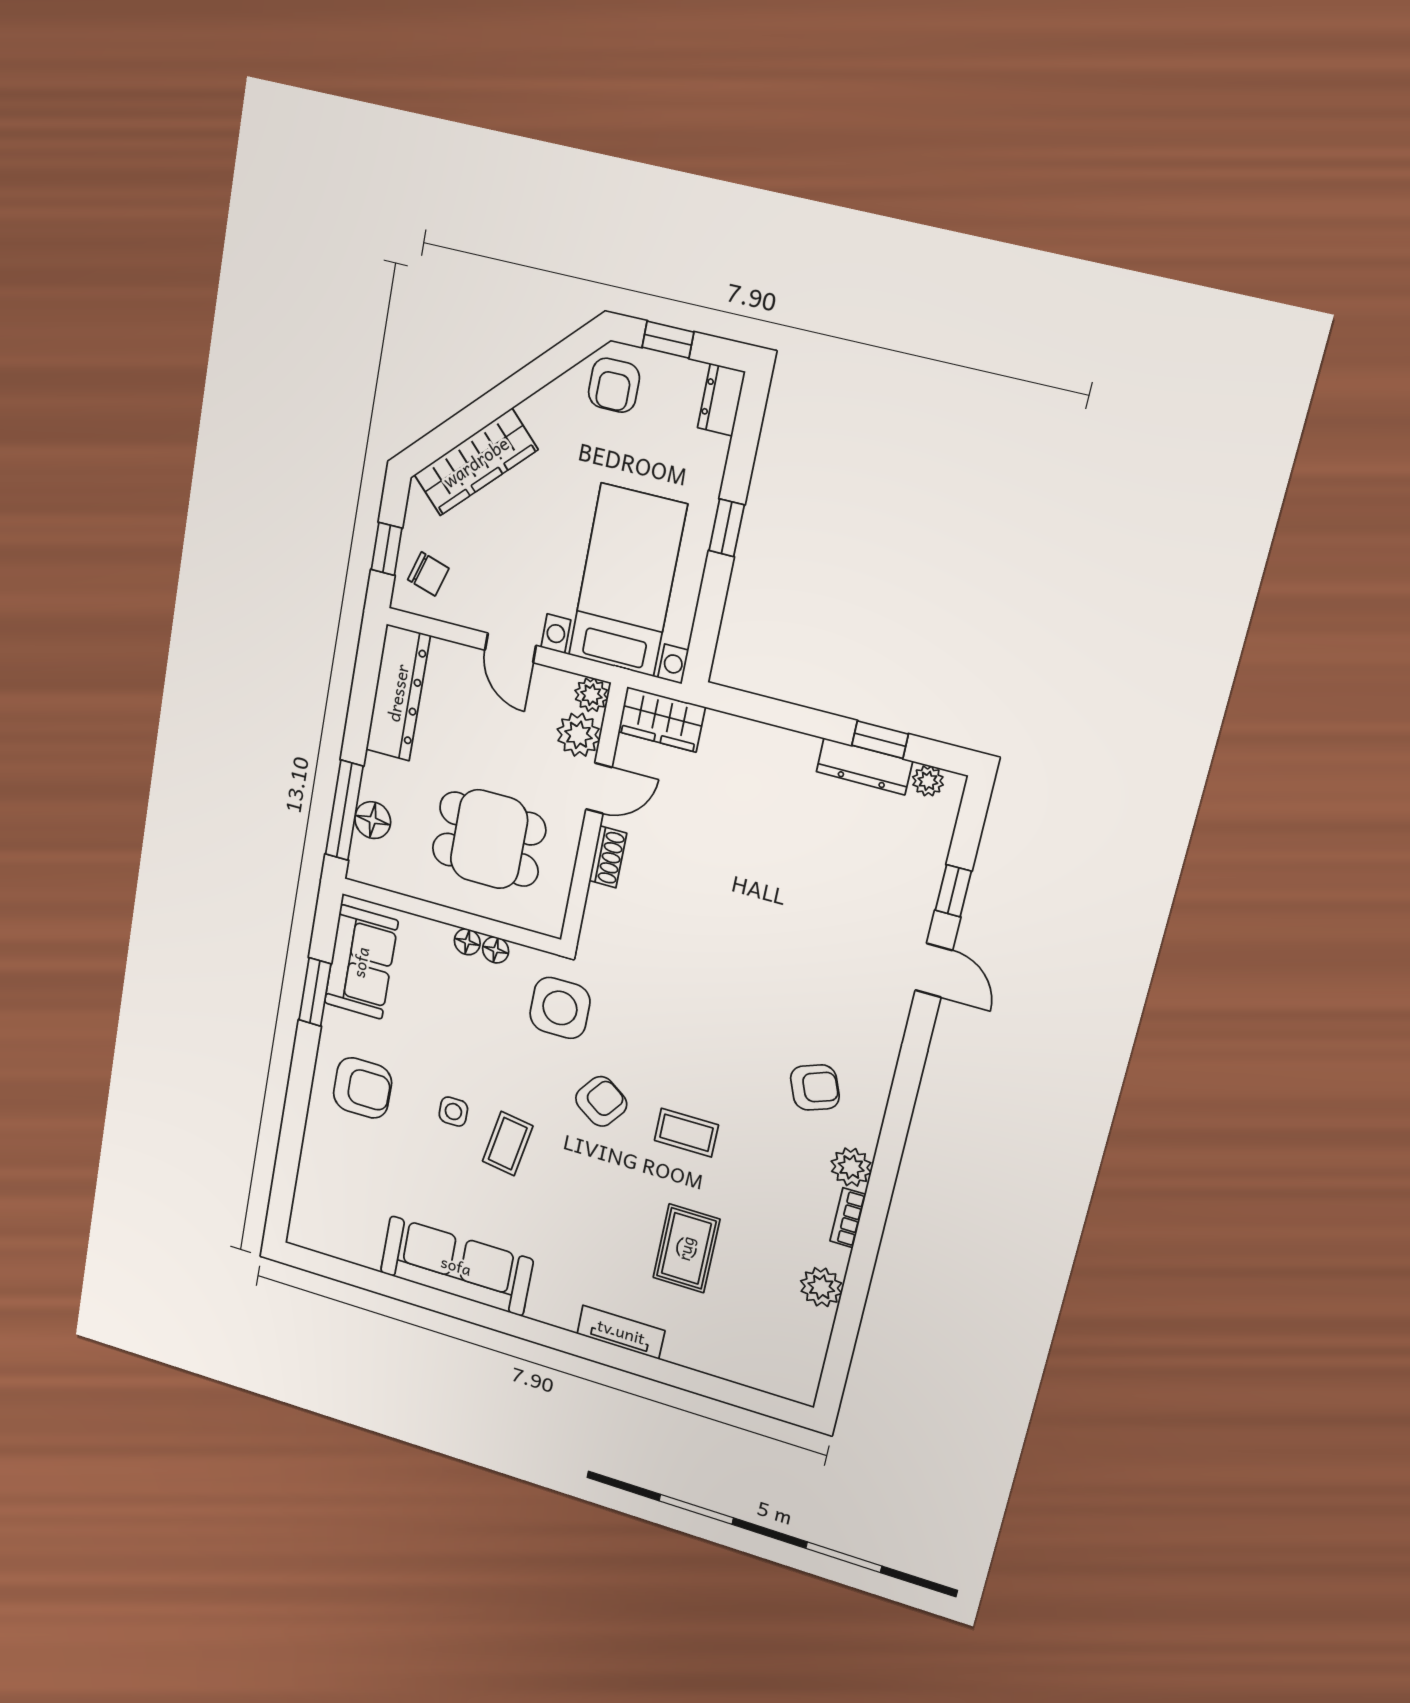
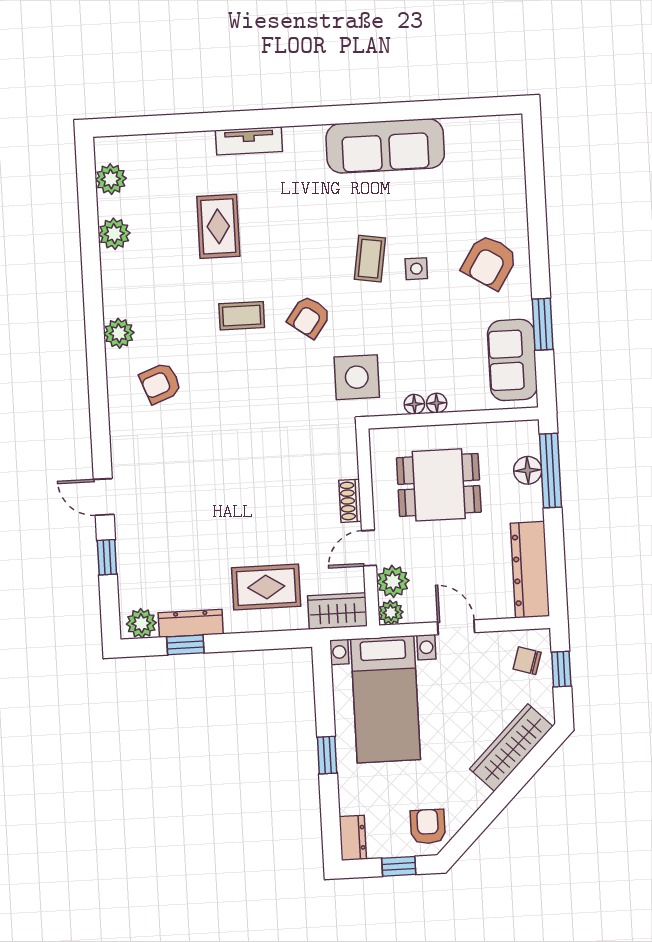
plant: (928, 781) -> (141, 623), width x1.38, depth x1.38
rug: (748, 782) -> (266, 587), added
armchair: (362, 1088) -> (490, 262), turned -58
bookcase: (848, 1218) -> (110, 294), removed
plant: (806, 1352) -> (111, 179), added

